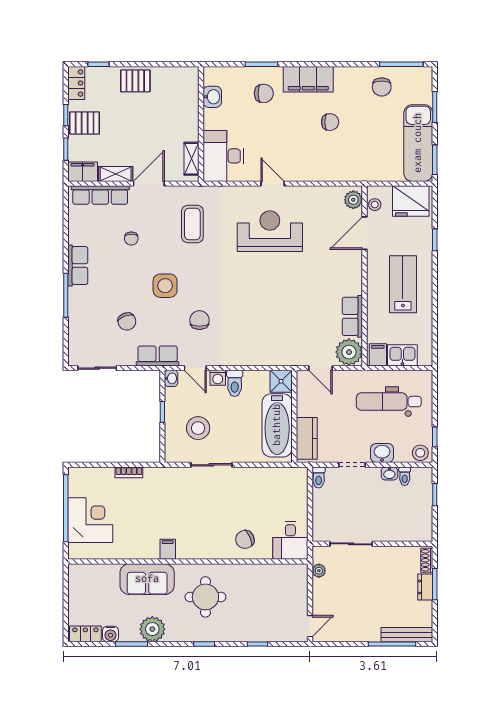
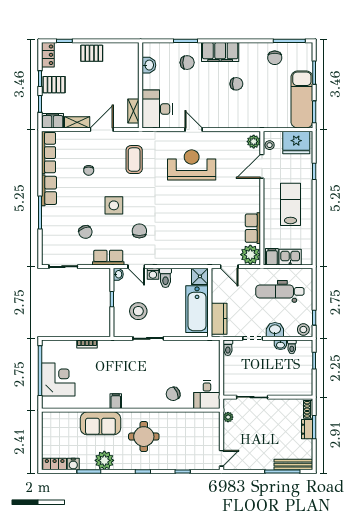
row of seats: (100, 195) -> (49, 153), moved, turned -90

